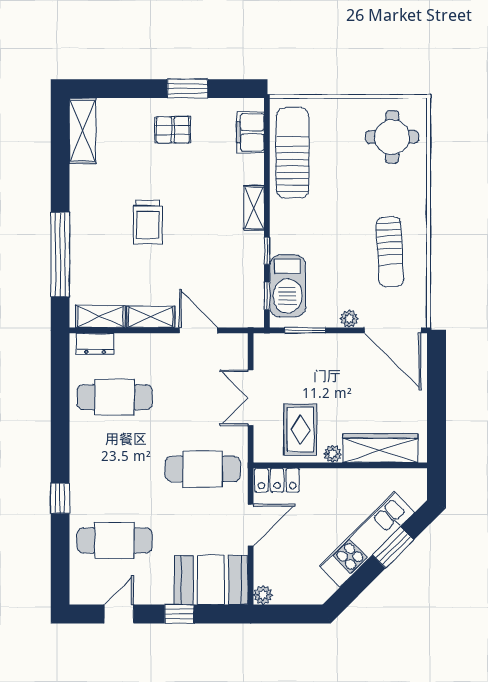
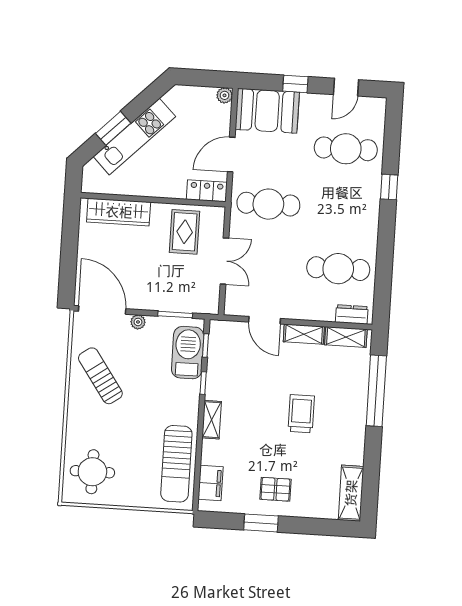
sun lounger: (390, 252) -> (100, 376), turned -32
plant: (333, 454) -> (159, 210), removed

